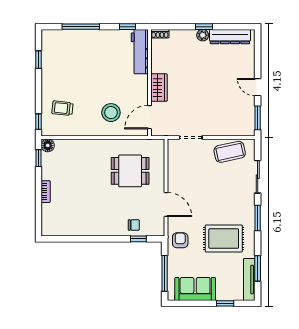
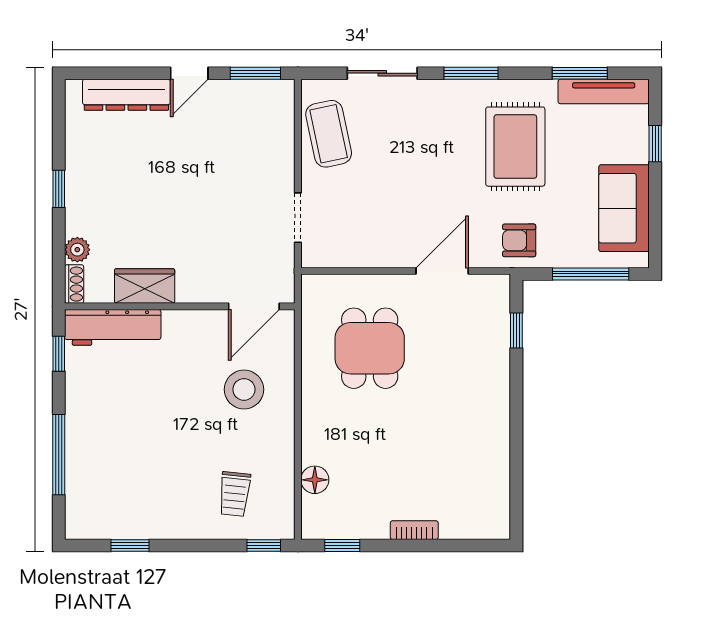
plant: (203, 35) -> (77, 250), moved
dresser: (230, 37) -> (126, 95), moved, turned 90
wardrobe: (159, 88) -> (145, 286), moved
door: (149, 117) -> (254, 306), hinge flipped
floor lamp: (48, 145) -> (315, 480), moved
chair: (134, 225) -> (486, 340), removed

